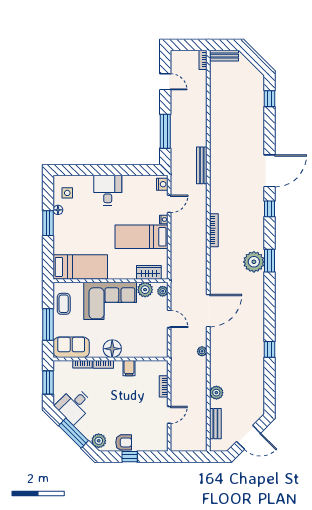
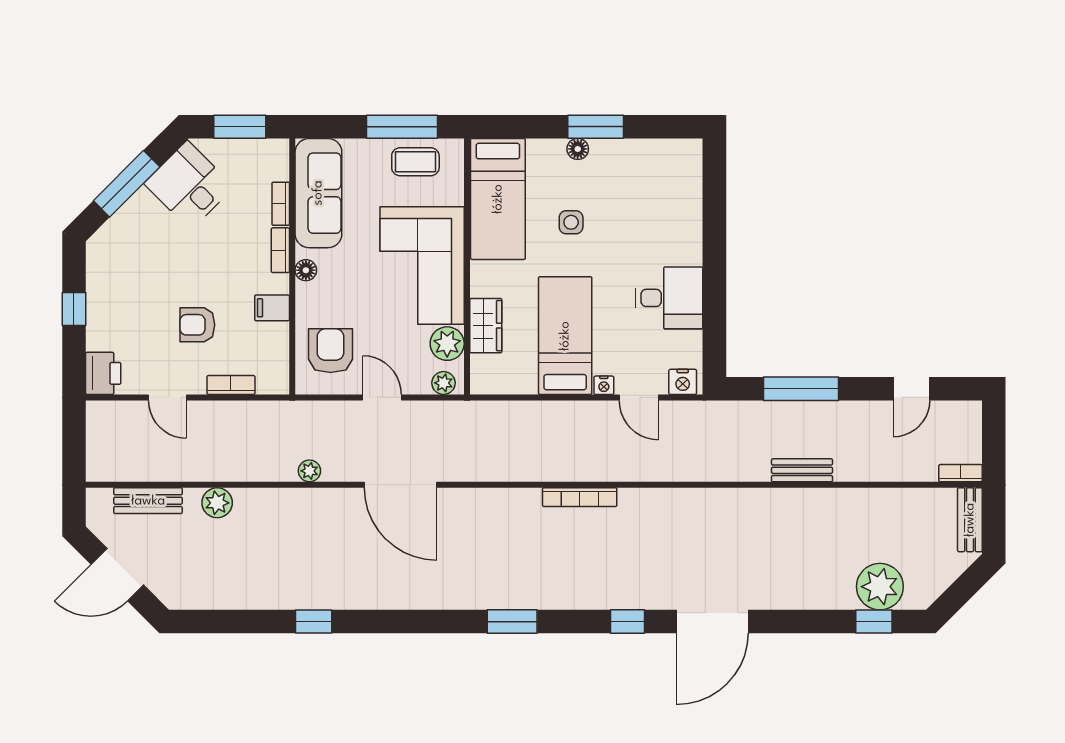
bench: (202, 165) -> (802, 470), moved, width x0.73
door: (270, 171) -> (712, 622), hinge flipped
desk: (108, 190) -> (669, 298), moved
side table: (67, 193) -> (571, 222), moved
floor lamp: (58, 210) -> (578, 149), moved
plant: (254, 262) -> (880, 587), moved
wardrobe: (149, 272) -> (486, 326), moved
door: (169, 319) -> (382, 397), swing flipped
window: (48, 324) -> (402, 127), moved
armchair: (148, 342) -> (330, 351), added
sofa: (71, 347) -> (318, 193), width x1.36
floor lamp: (112, 349) -> (306, 270), width x0.53, depth x0.53
door: (249, 437) -> (117, 575), hinge flipped
plant: (99, 441) -> (110, 240), removed
armchair: (124, 442) -> (197, 325), moved, turned 90
printer: (158, 444) -> (103, 373), added

